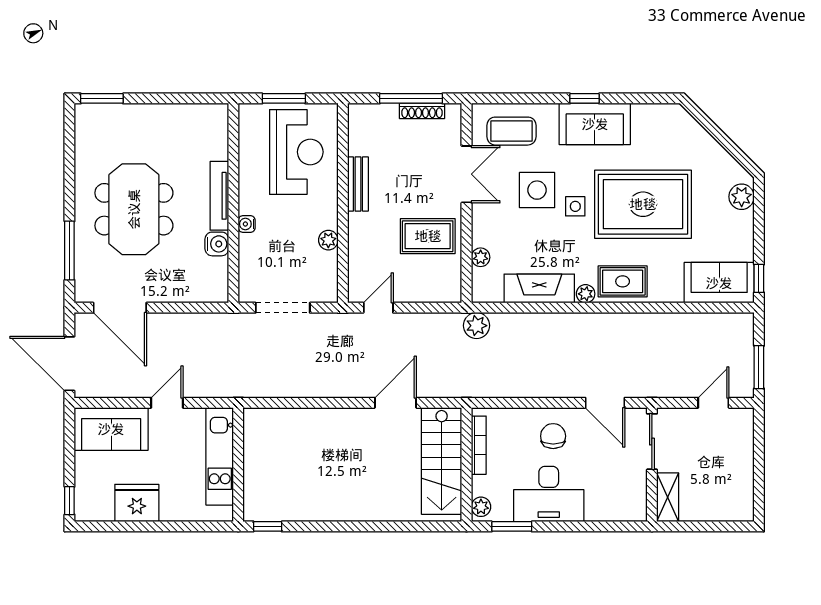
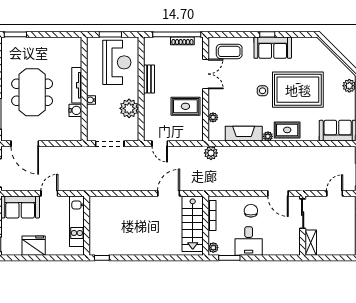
window: (411, 98) -> (177, 34), width x1.46
side table: (537, 190) -> (243, 82), removed
plant: (328, 240) -> (129, 108), width x1.87, depth x1.87
door: (378, 308) -> (160, 144), swing flipped
desk: (549, 494) -> (249, 241), width x0.73

